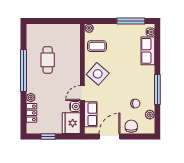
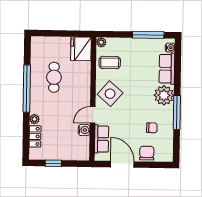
plant: (150, 115) -> (164, 95), moved, width x1.87, depth x1.87
fridge: (71, 123) -> (81, 49), moved
door: (110, 136) -> (122, 164), hinge flipped

